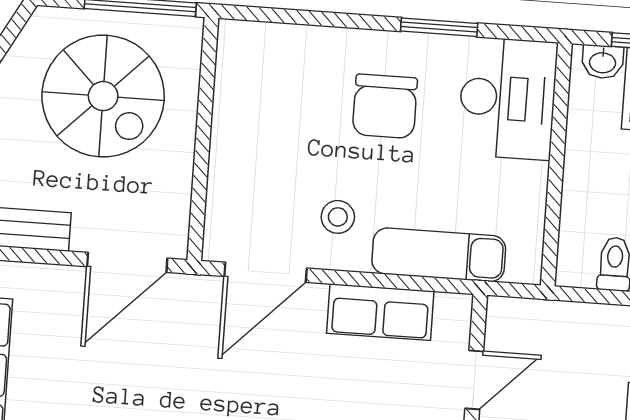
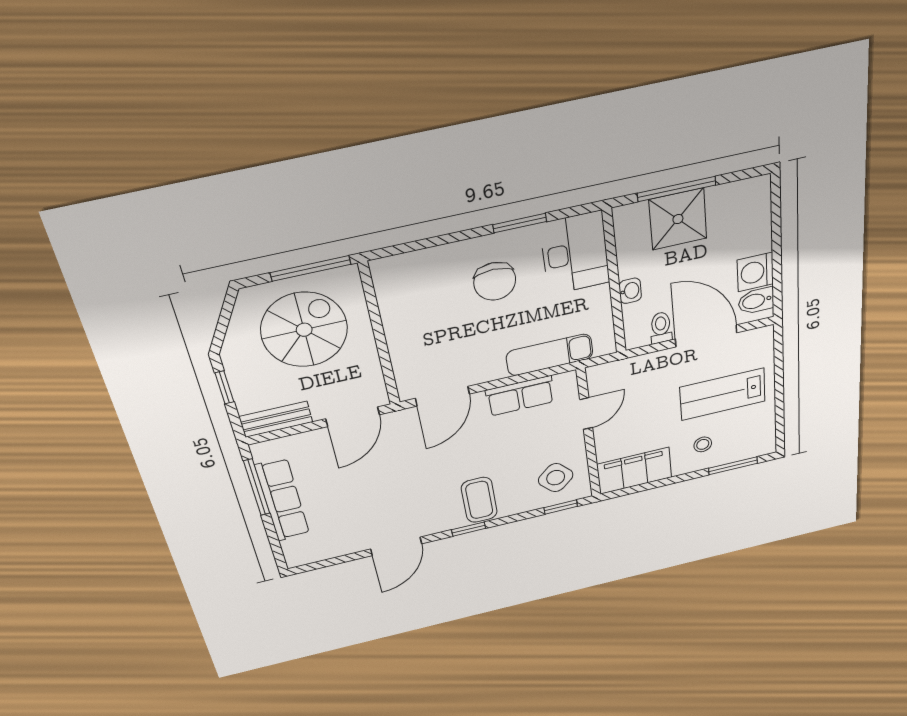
washbasin: (603, 62) -> (630, 291), moved, turned -90
spiral stairs: (103, 96) -> (304, 330), turned -90
stool: (338, 217) -> (480, 353), removed

